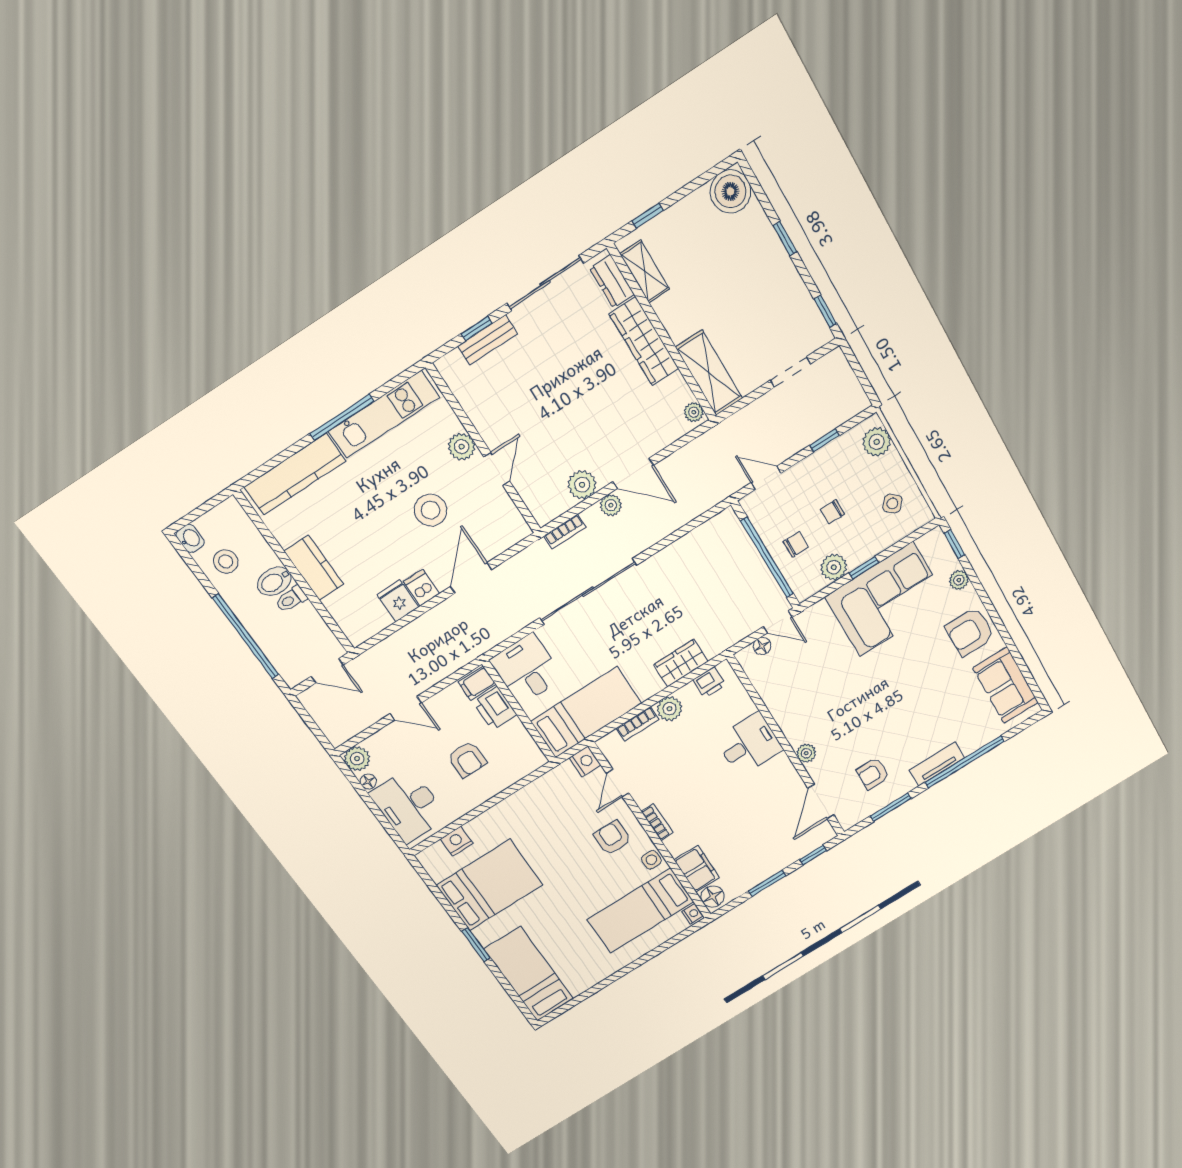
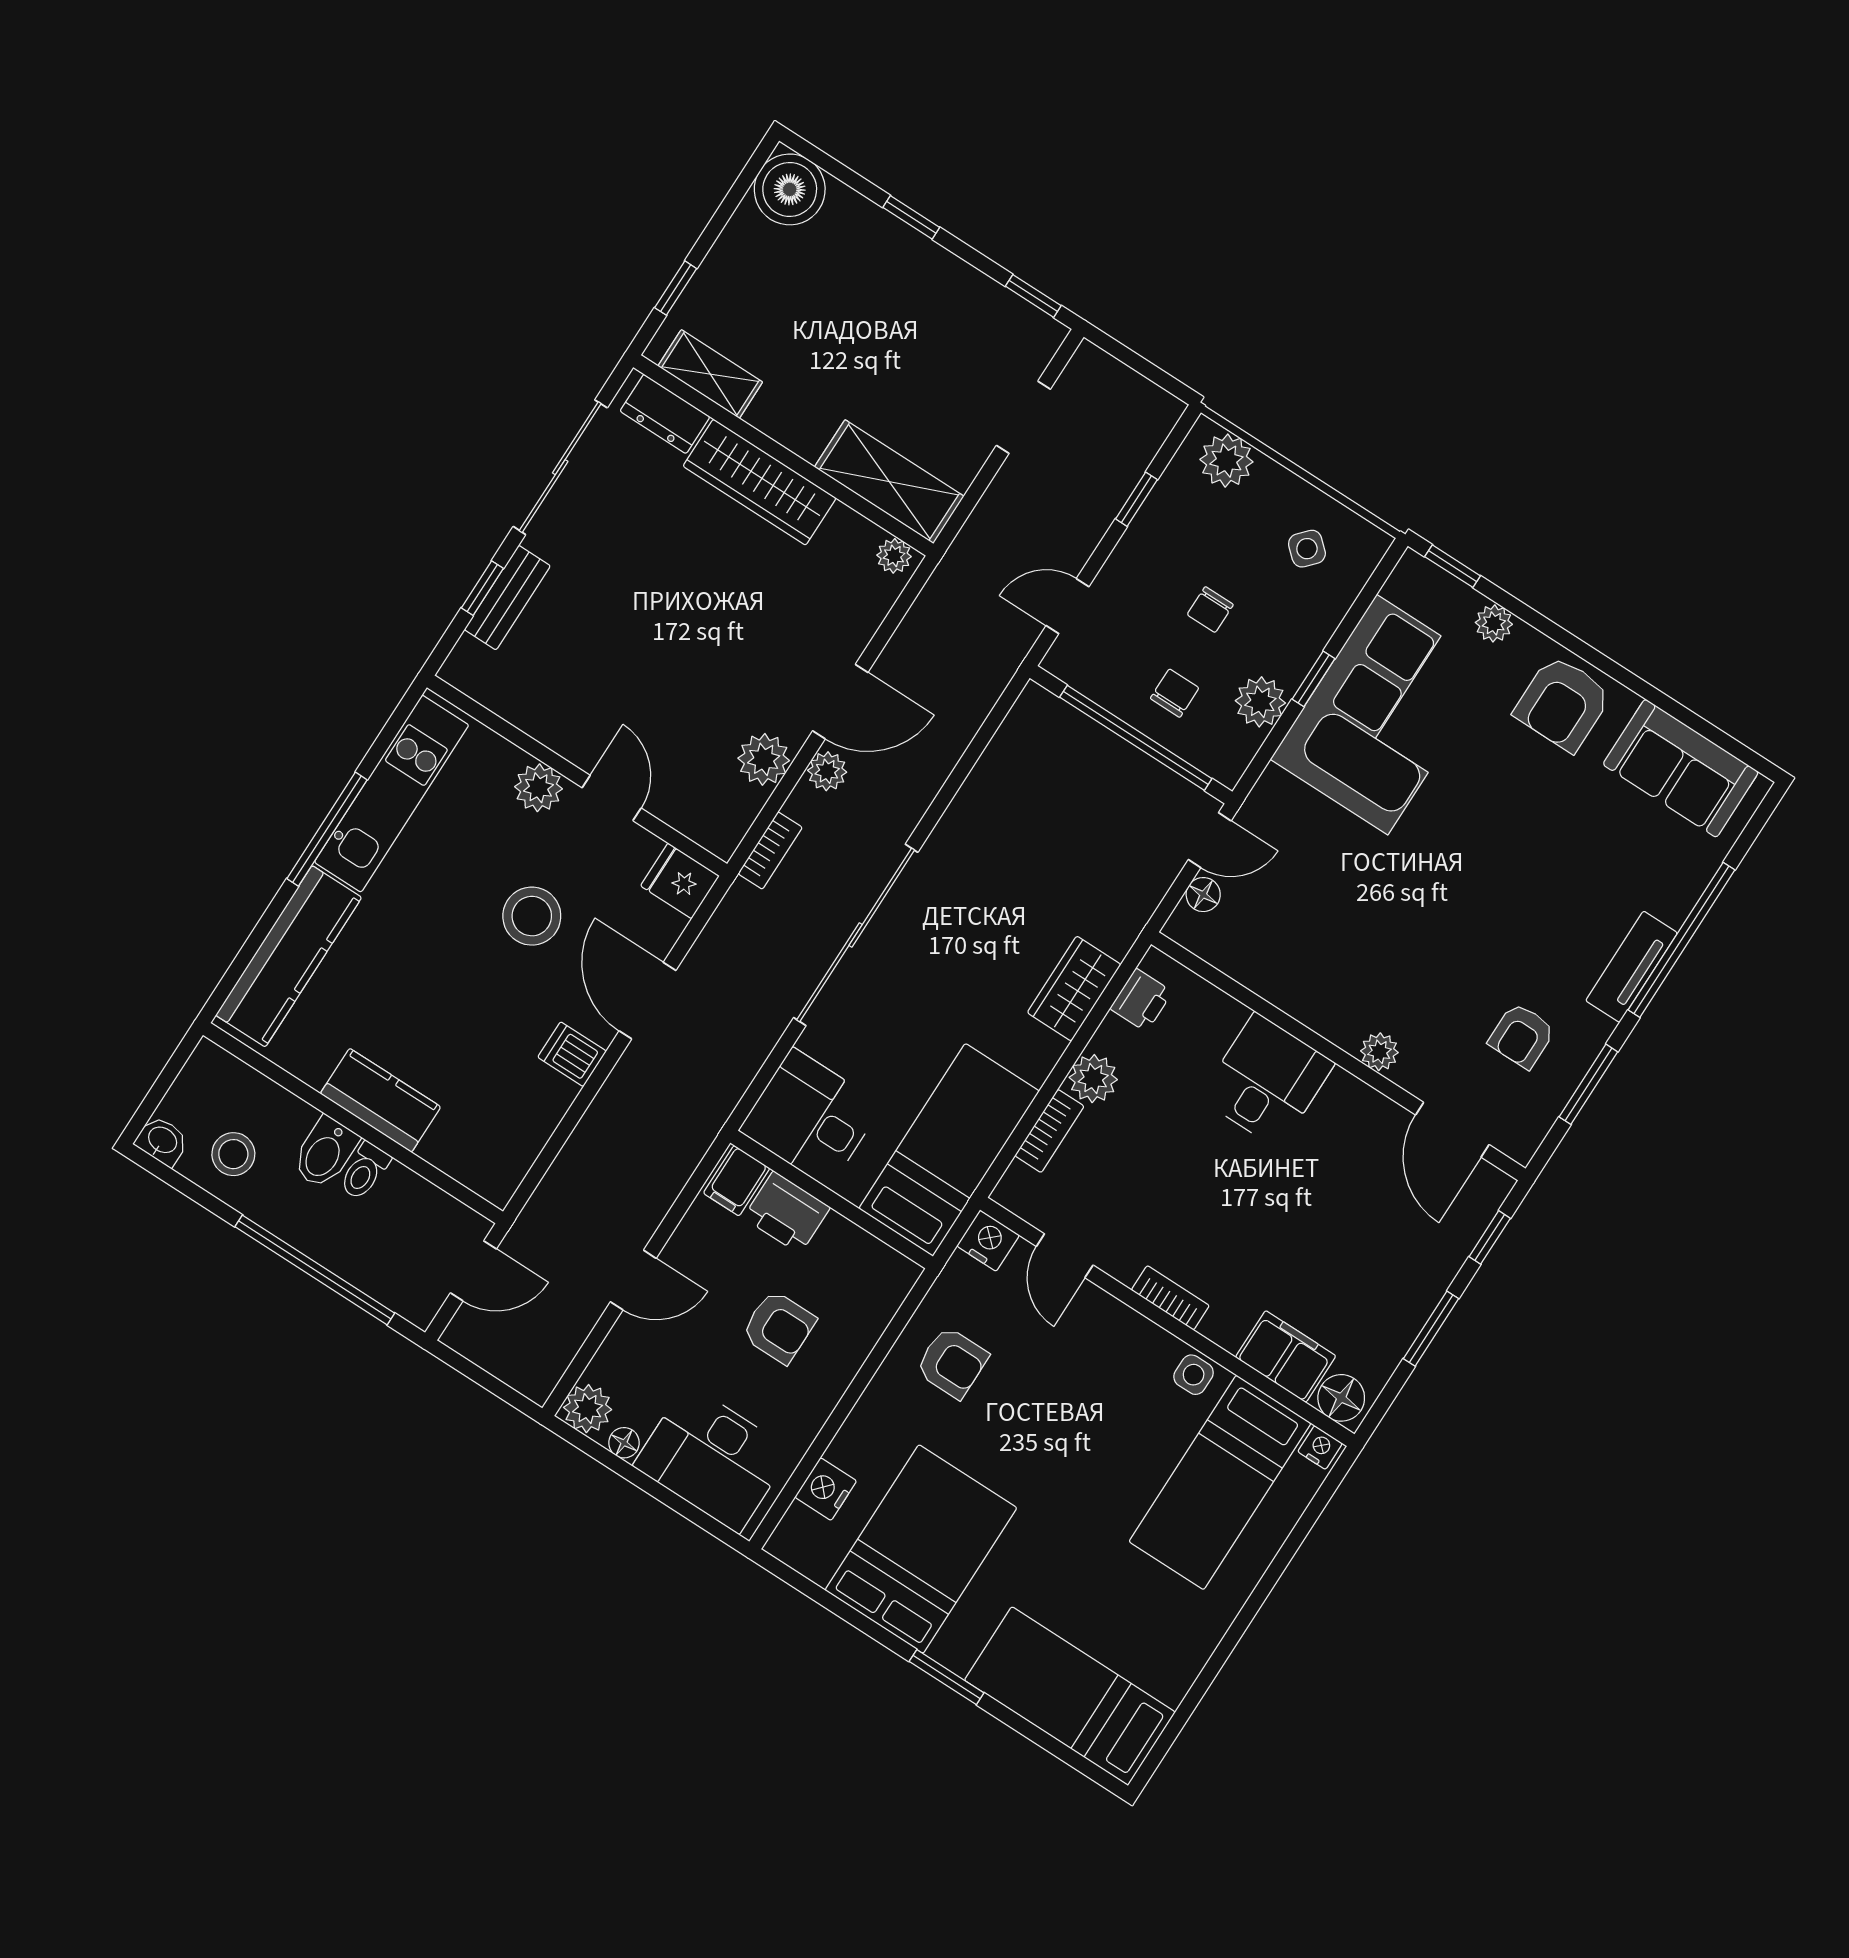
fridge: (398, 601) -> (680, 881), moved
armchair: (612, 838) -> (952, 1363), moved, turned 180

